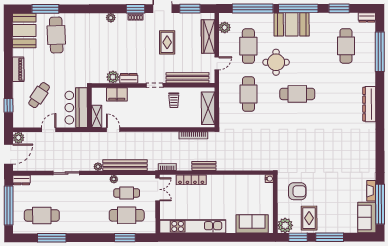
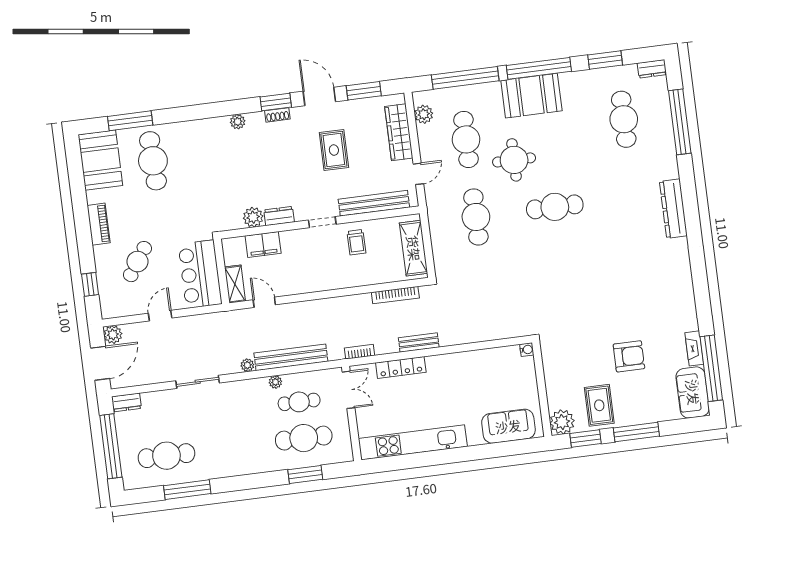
armchair: (297, 191) -> (629, 356), moved

